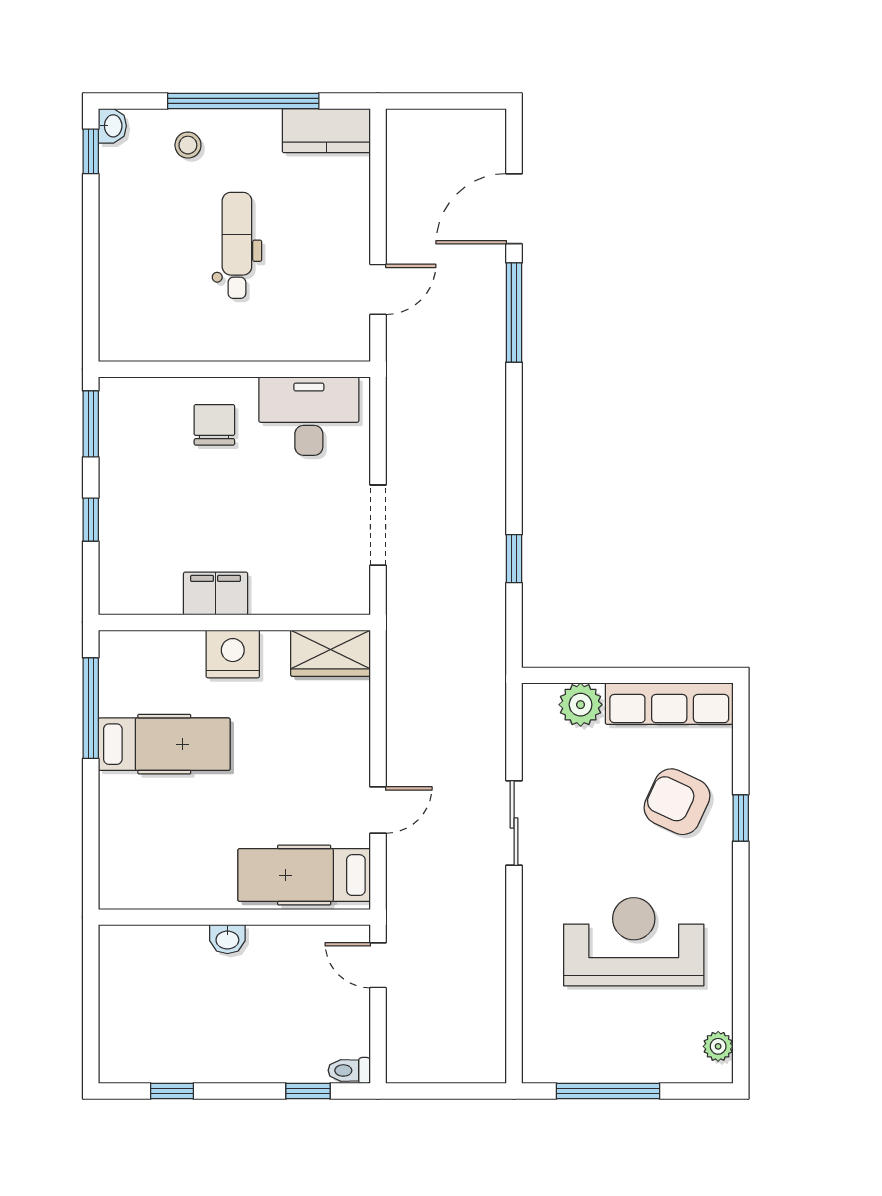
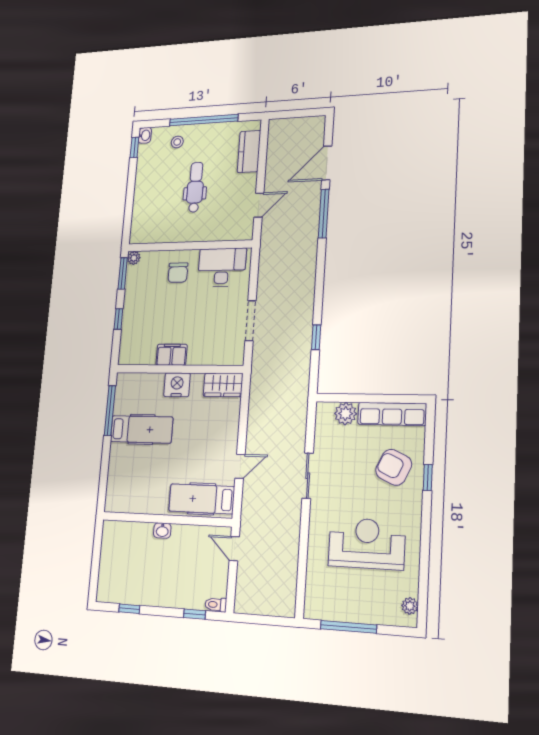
kitchen counter: (326, 131) -> (249, 151), moved, turned 90
plant: (113, 391) -> (134, 258), added
chair: (214, 425) -> (178, 273), turned 180

